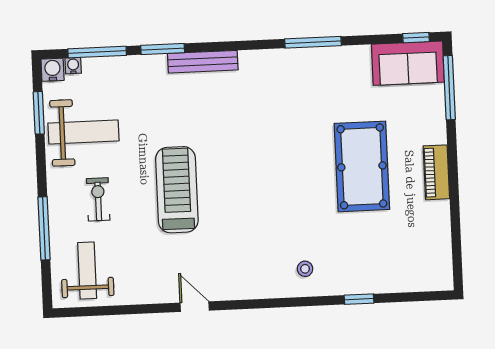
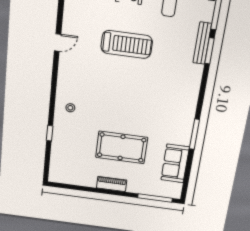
window: (416, 38) -> (185, 187), removed
bench: (203, 62) -> (202, 43), moved
sofa: (408, 63) -> (175, 163), moved

